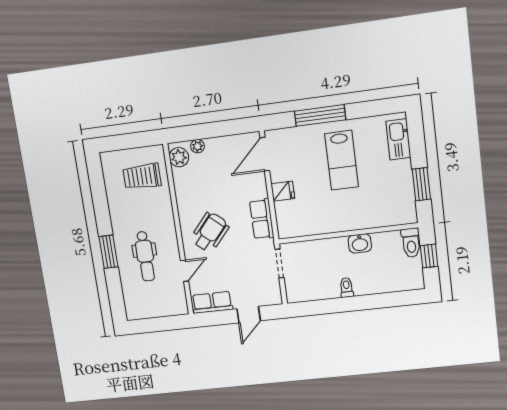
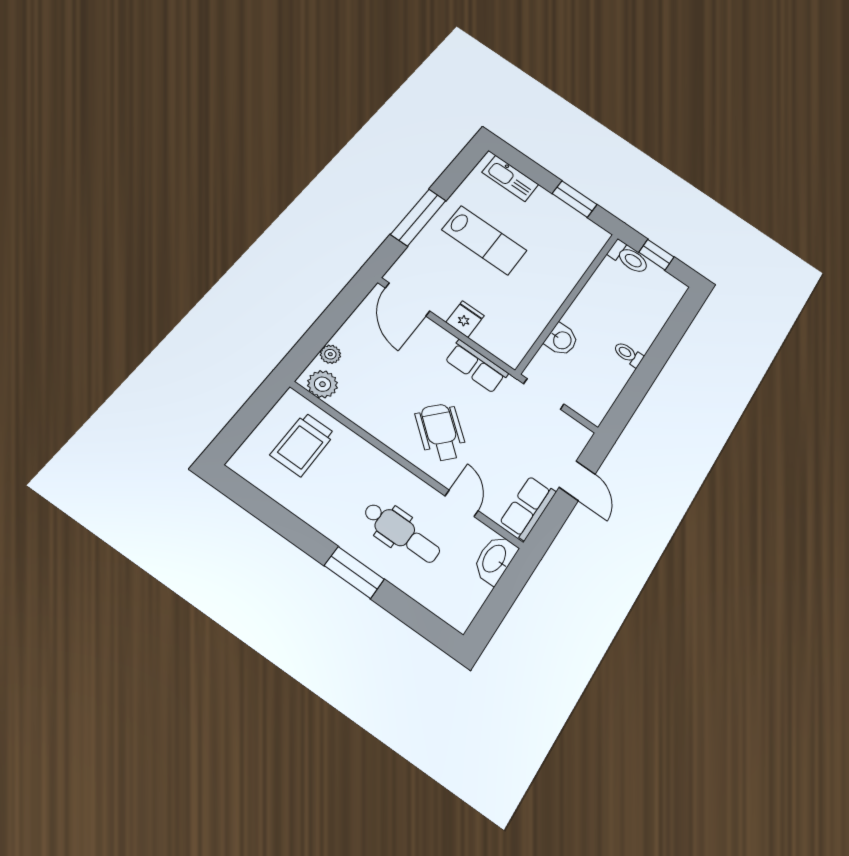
washbasin: (360, 243) -> (562, 340), moved
washbasin: (173, 307) -> (495, 559), added

